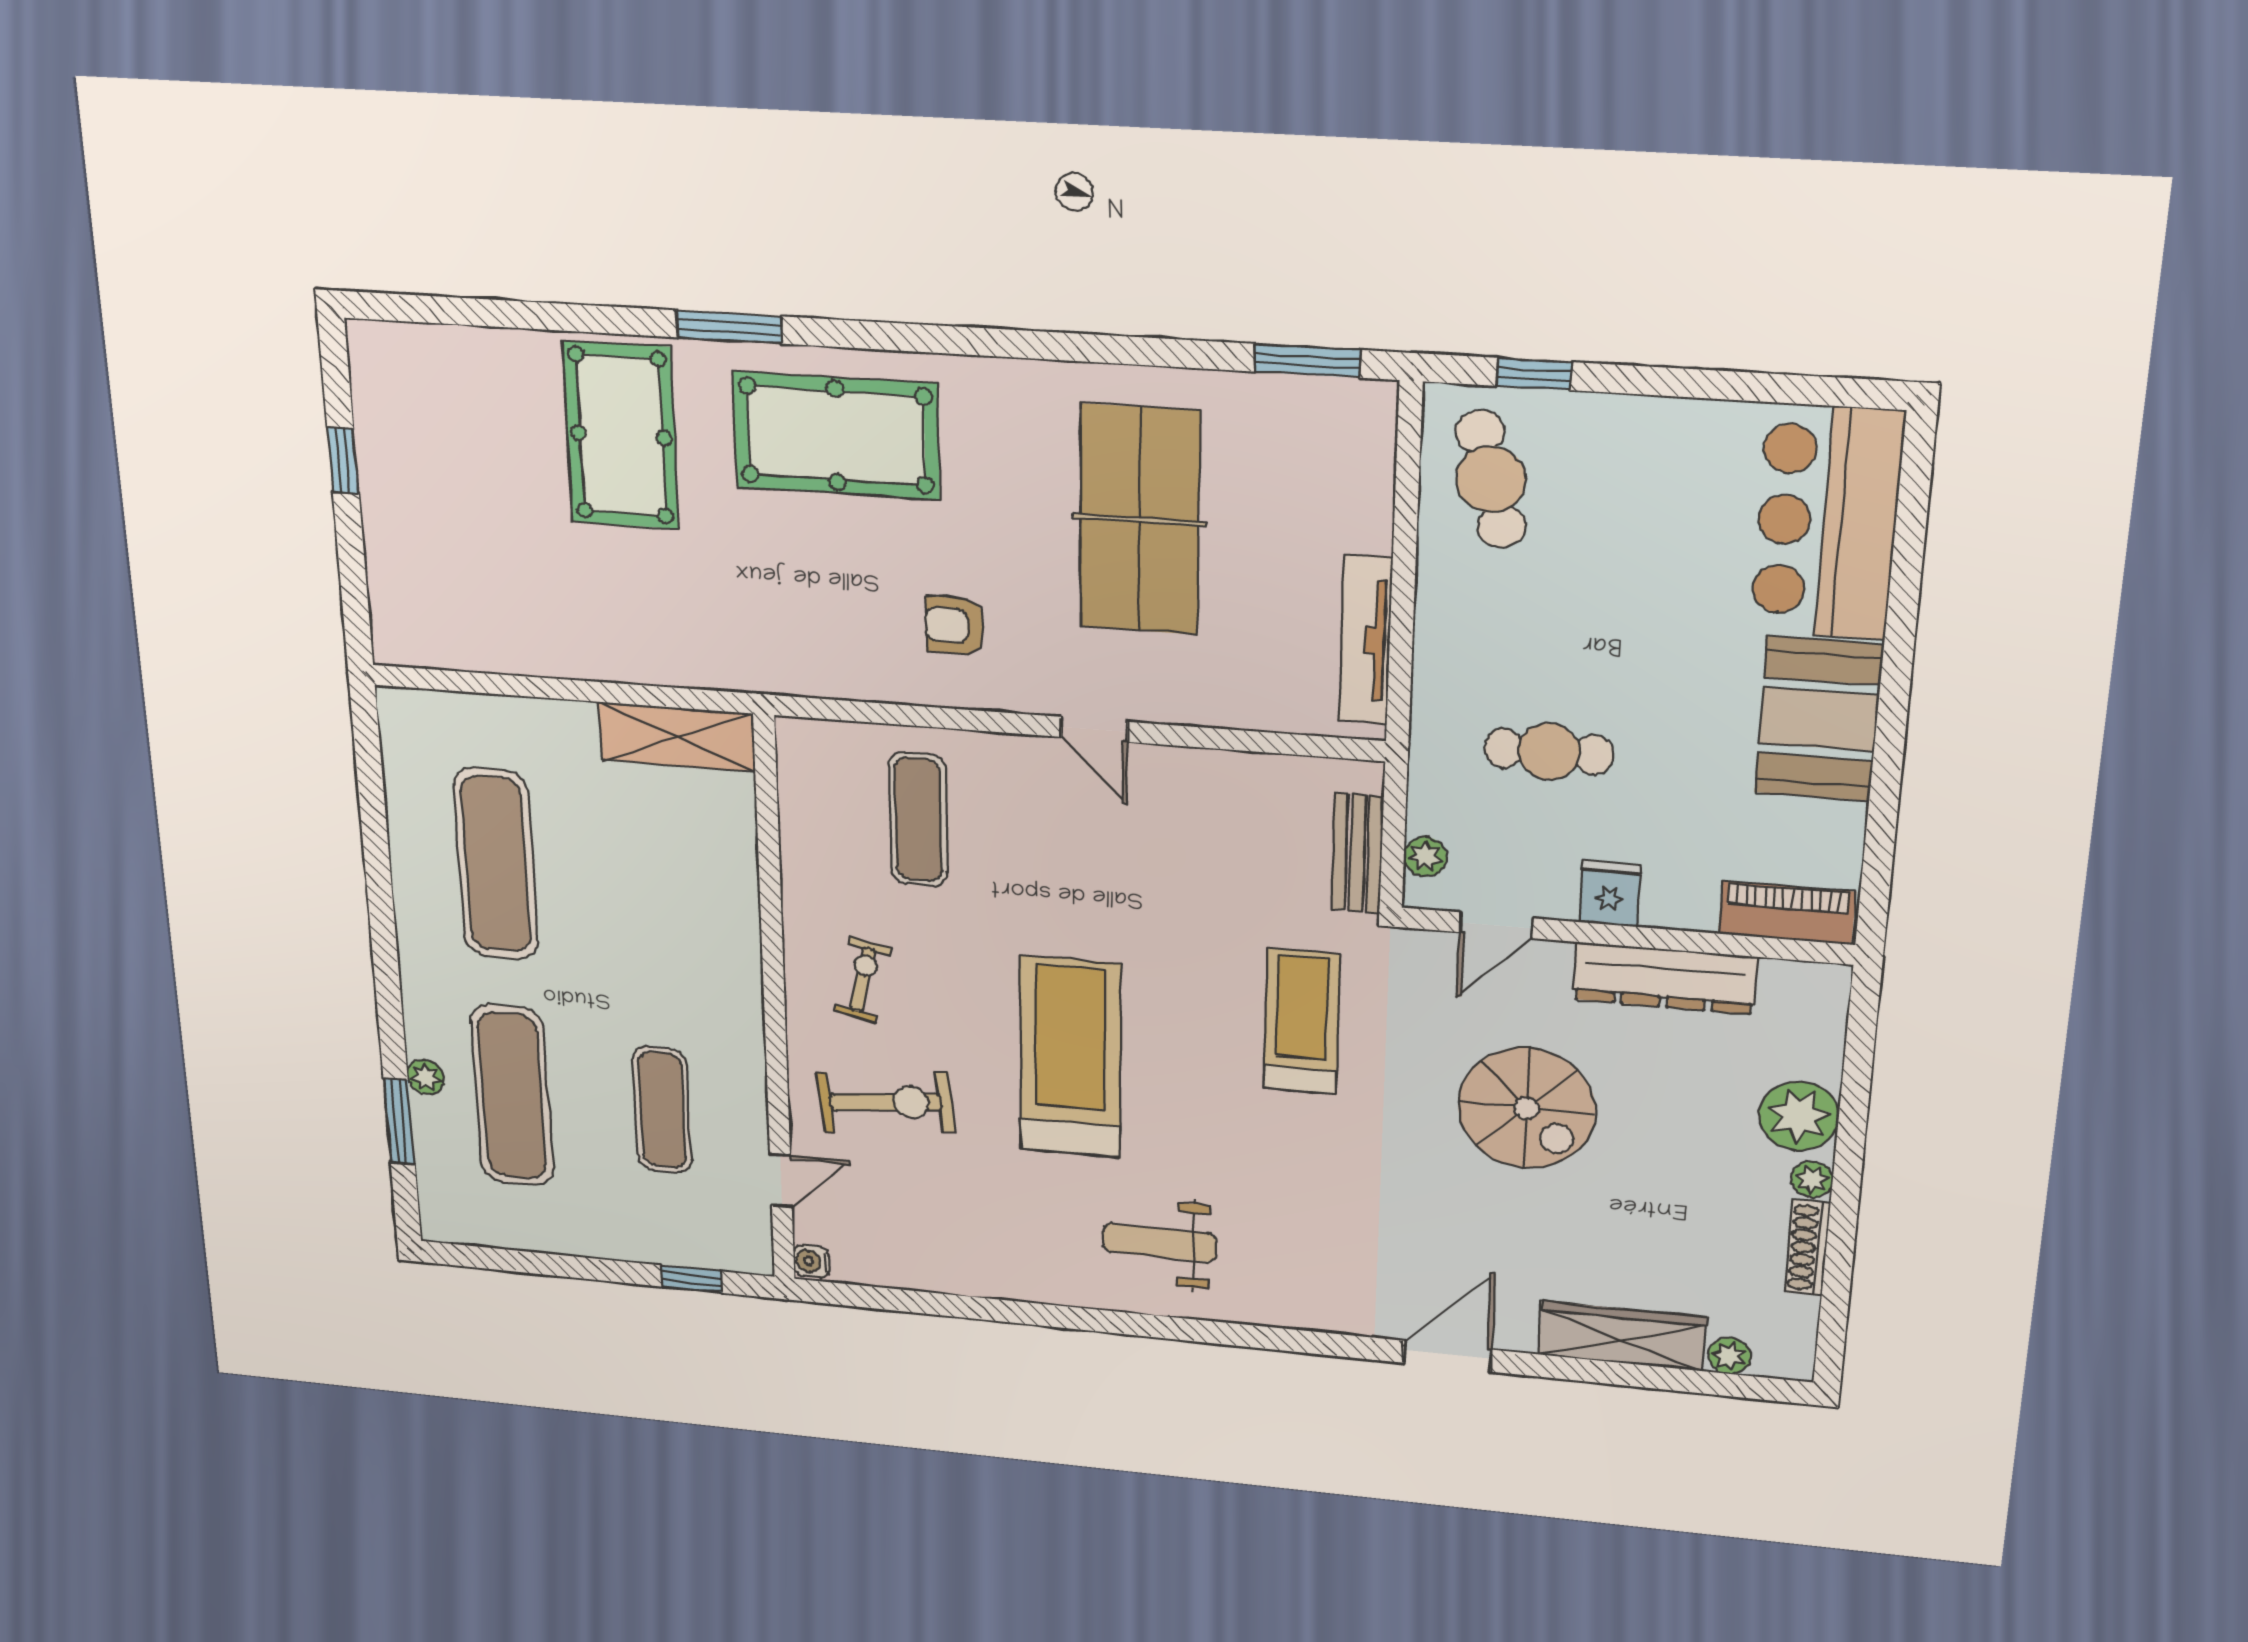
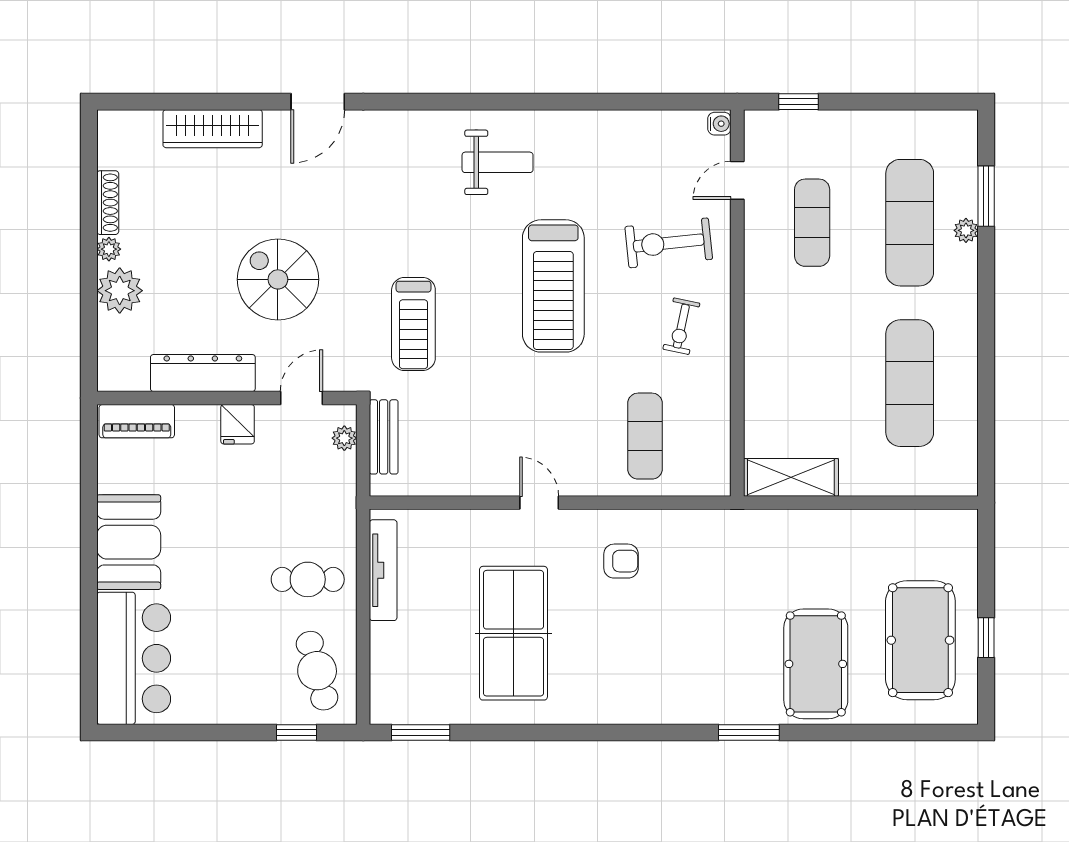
pool table: (836, 436) -> (920, 640), moved, turned 90
cafe table: (1549, 752) -> (308, 579), moved
plant: (1730, 1356) -> (148, 122), removed

